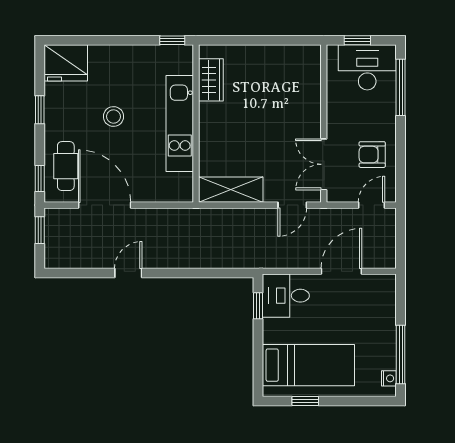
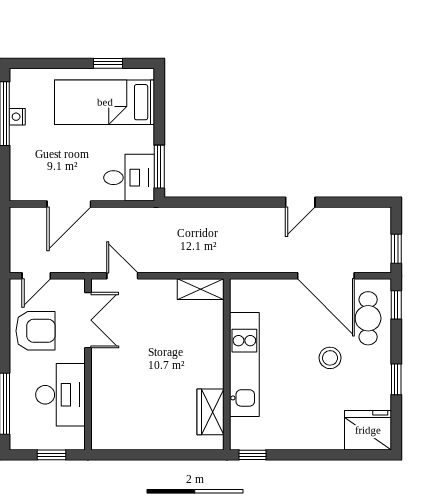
desk: (367, 67) -> (60, 395), moved, turned -90
stool: (113, 116) -> (330, 358), moved
armchair: (372, 155) -> (35, 331), width x1.38, depth x1.38
shelving: (231, 190) -> (201, 289), width x0.67, depth x0.75
door: (292, 205) -> (122, 276), hinge flipped
window: (258, 306) -> (159, 167), width x1.50
nightstand: (389, 378) -> (17, 117), moved

